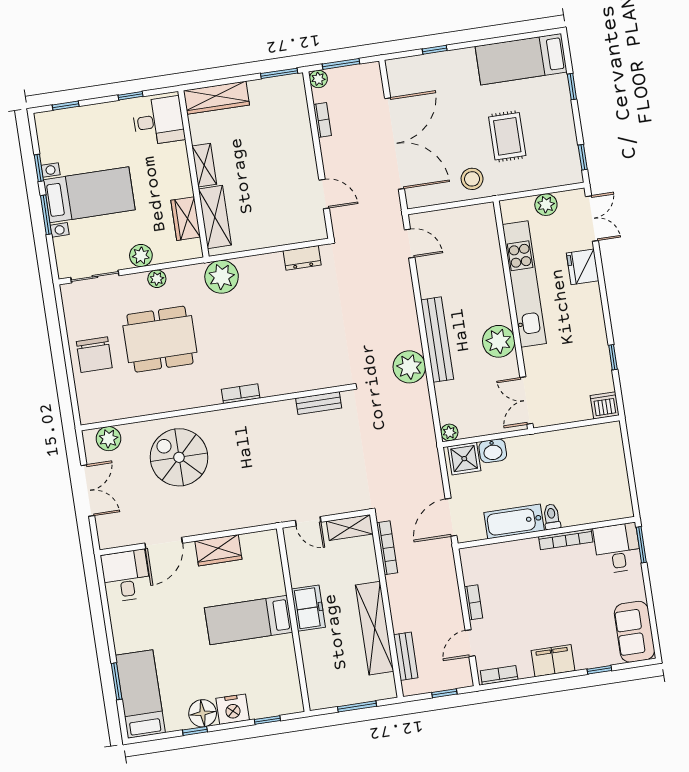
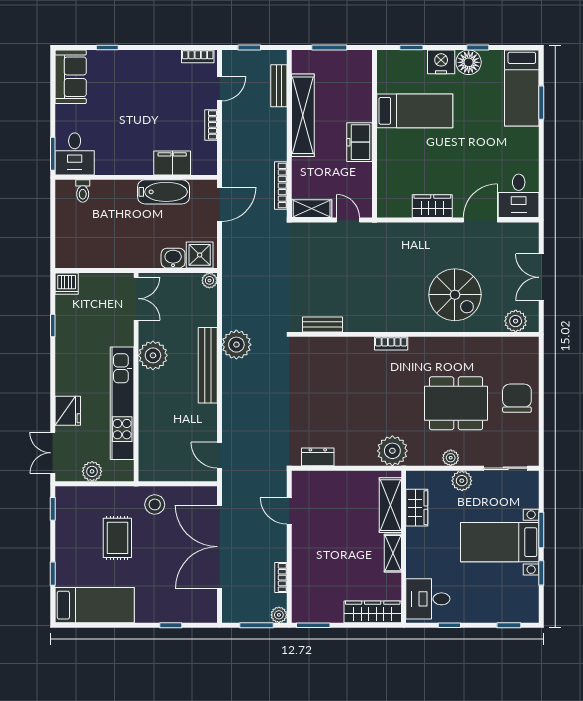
toilet: (552, 517) -> (83, 191), moved
bookcase: (566, 539) -> (120, 169), removed
bed: (249, 620) -> (415, 111), moved
filing cabinet: (553, 661) -> (172, 163), moved, turned 180

